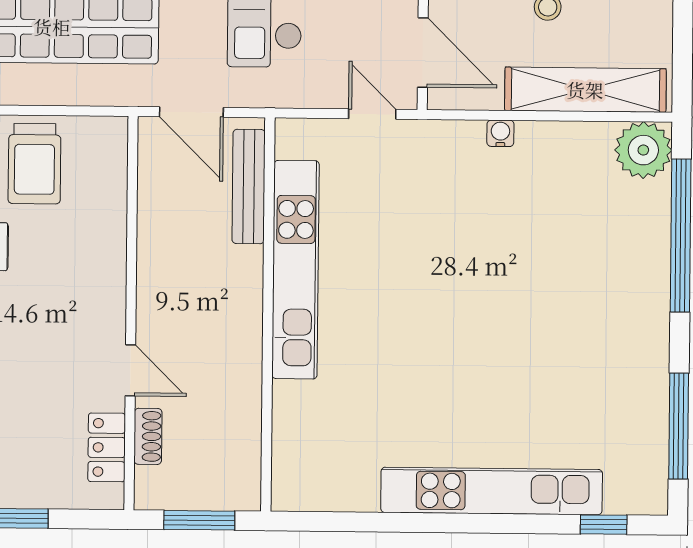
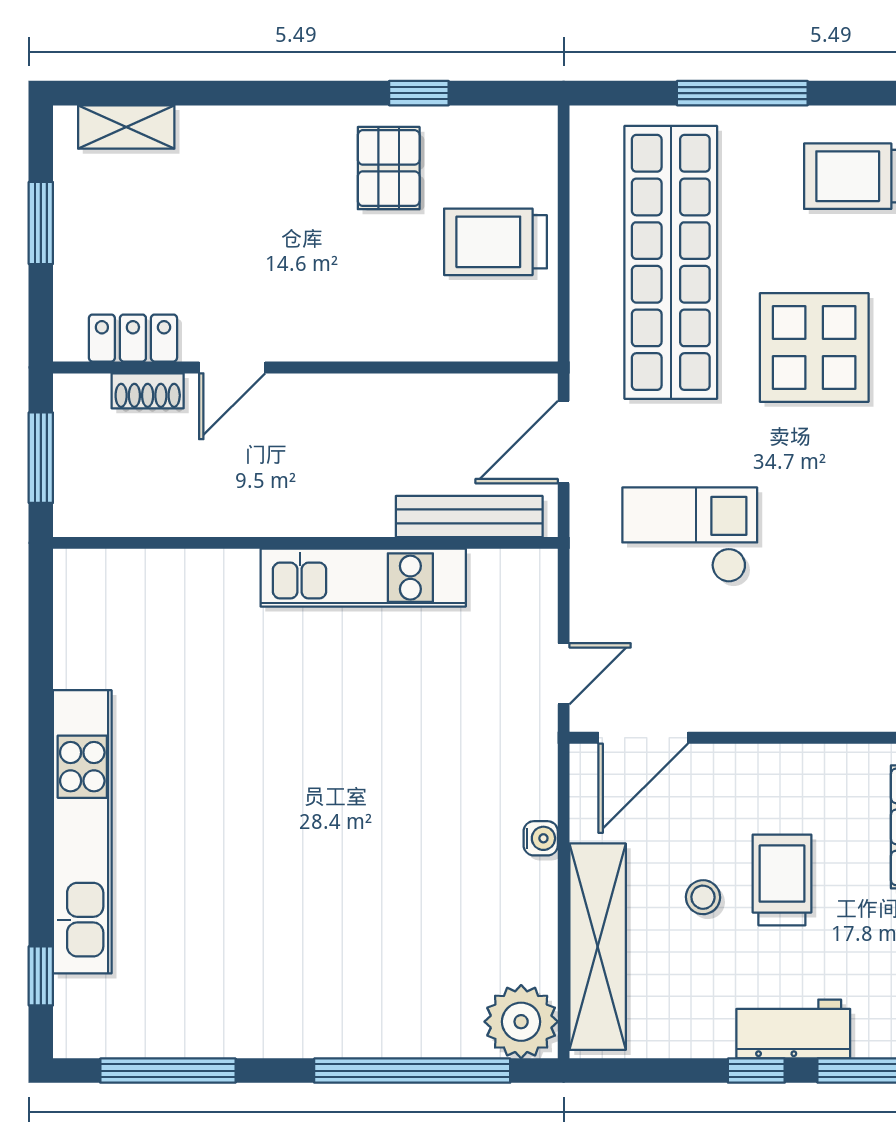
kitchen unit: (296, 270) -> (363, 578), width x0.73

